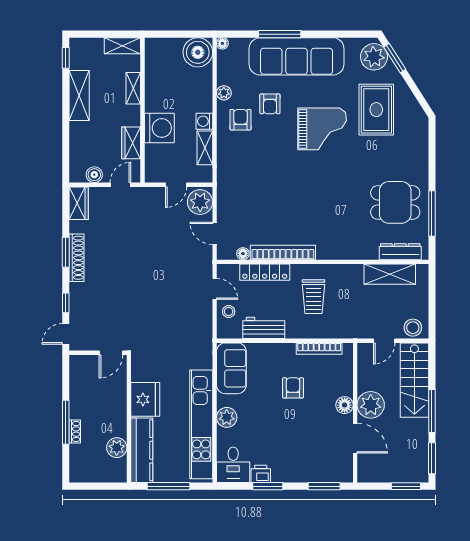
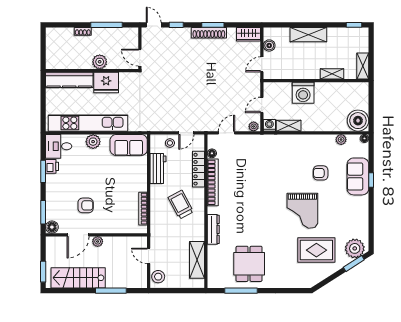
window: (280, 34) -> (371, 180), width x0.46
sofa: (297, 56) -> (358, 176), width x0.54, depth x0.79
plant: (224, 93) -> (341, 140), moved
shelving: (79, 95) -> (308, 35), moved
armchair: (240, 120) -> (309, 152), removed
washing machine: (204, 121) -> (269, 125), moved
wardrobe: (131, 143) -> (292, 72), removed
door: (120, 185) -> (262, 64), swing flipped
door: (176, 185) -> (262, 105), hinge flipped
plant: (200, 202) -> (254, 126), width x0.53, depth x0.53
dresser: (400, 252) -> (213, 229), moved
trolley: (314, 297) -> (181, 205), turned 62
stairs: (414, 380) -> (78, 278), moved
armchair: (293, 388) -> (86, 205), moved
floor lamp: (345, 405) -> (52, 227), moved
plant: (371, 405) -> (98, 241), width x0.53, depth x0.53
window: (432, 411) -> (111, 291), moved
window: (66, 422) -> (106, 25), moved
plant: (117, 448) -> (100, 62), moved
window: (432, 458) -> (63, 291), removed
window: (168, 486) -> (43, 99), removed

